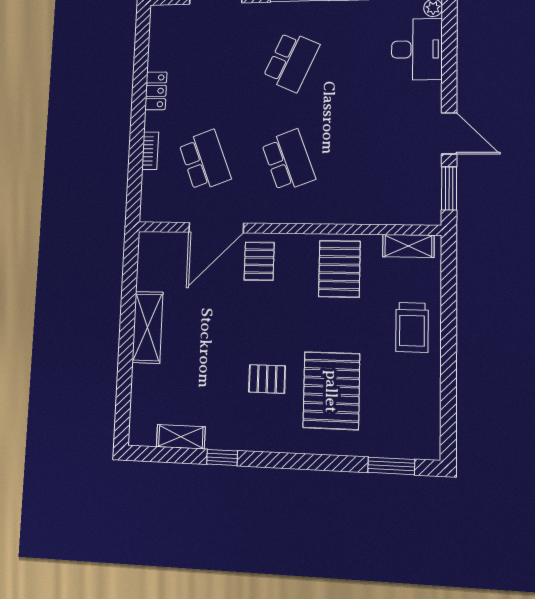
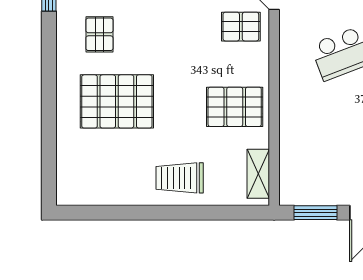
pallet: (267, 379) -> (99, 34), moved
window: (391, 466) -> (49, 160), removed

